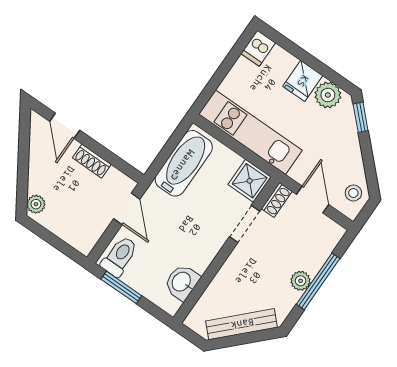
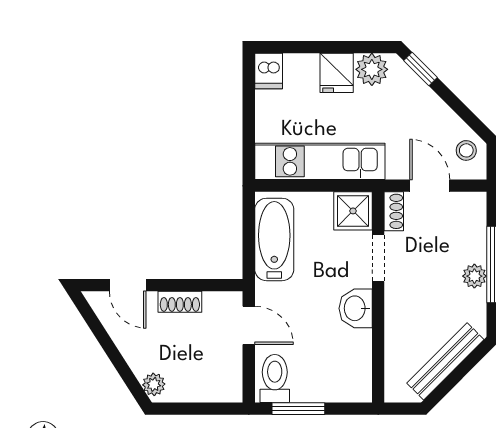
washbasin: (182, 282) -> (356, 308), moved

